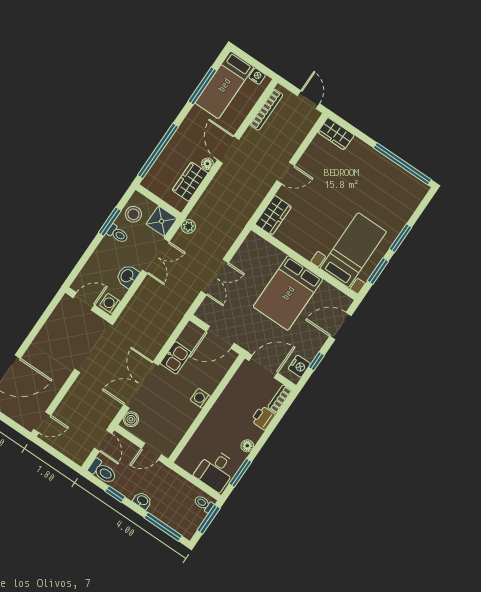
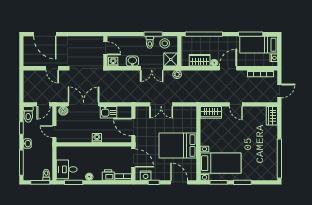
door: (42, 422) -> (52, 68), moved

